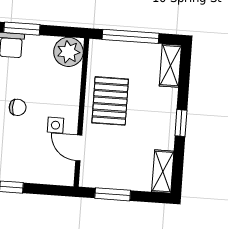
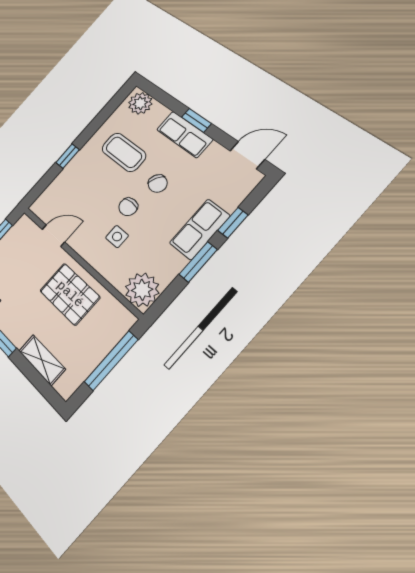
shelving: (170, 66) -> (42, 360), moved
side table: (55, 125) -> (117, 237), moved

